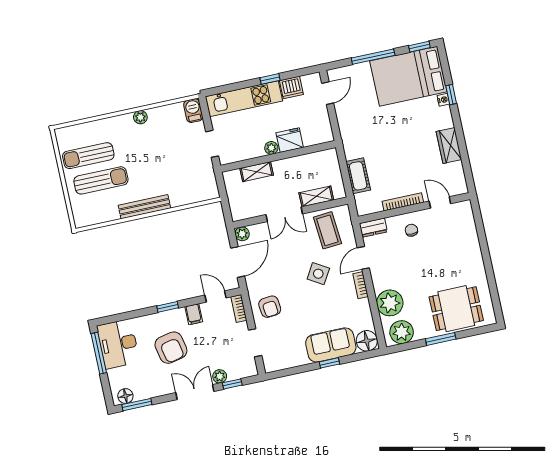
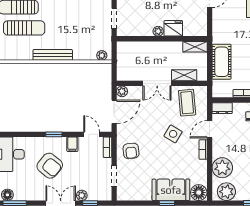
shelving: (257, 172) -> (195, 47), moved
cot: (358, 176) -> (222, 62), width x1.37, depth x1.34
plant: (207, 194) -> (102, 55), added
armchair: (171, 348) -> (50, 166), turned -39

